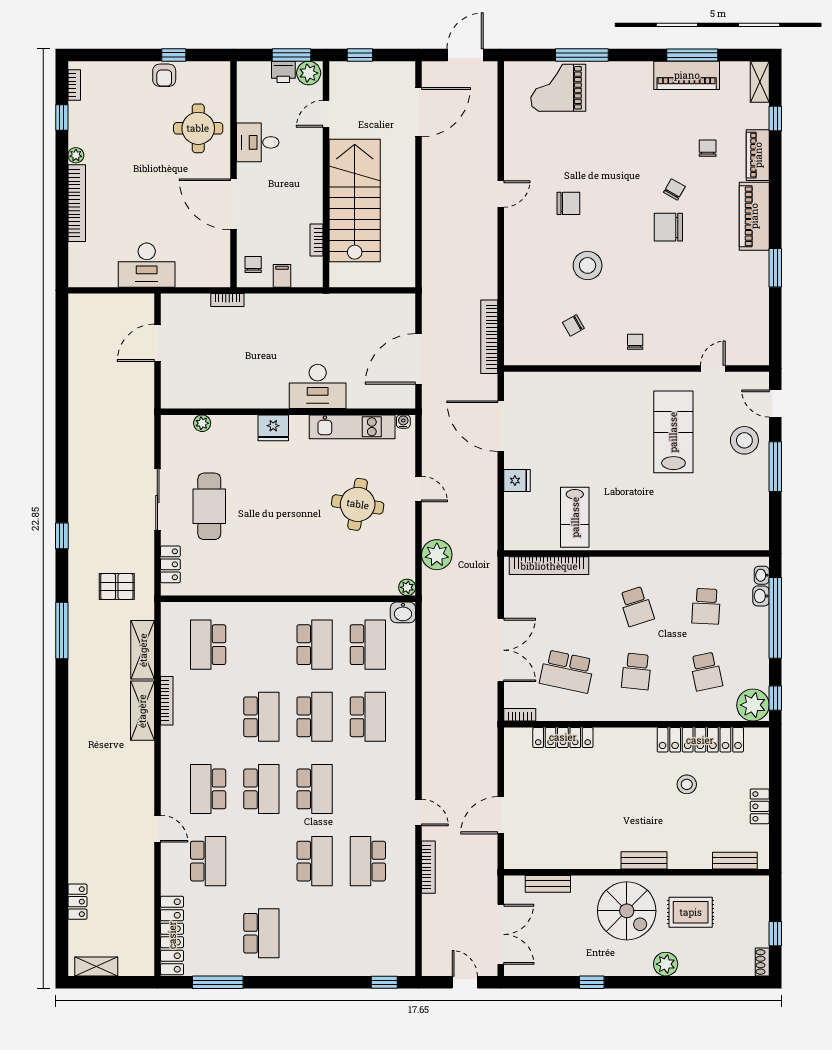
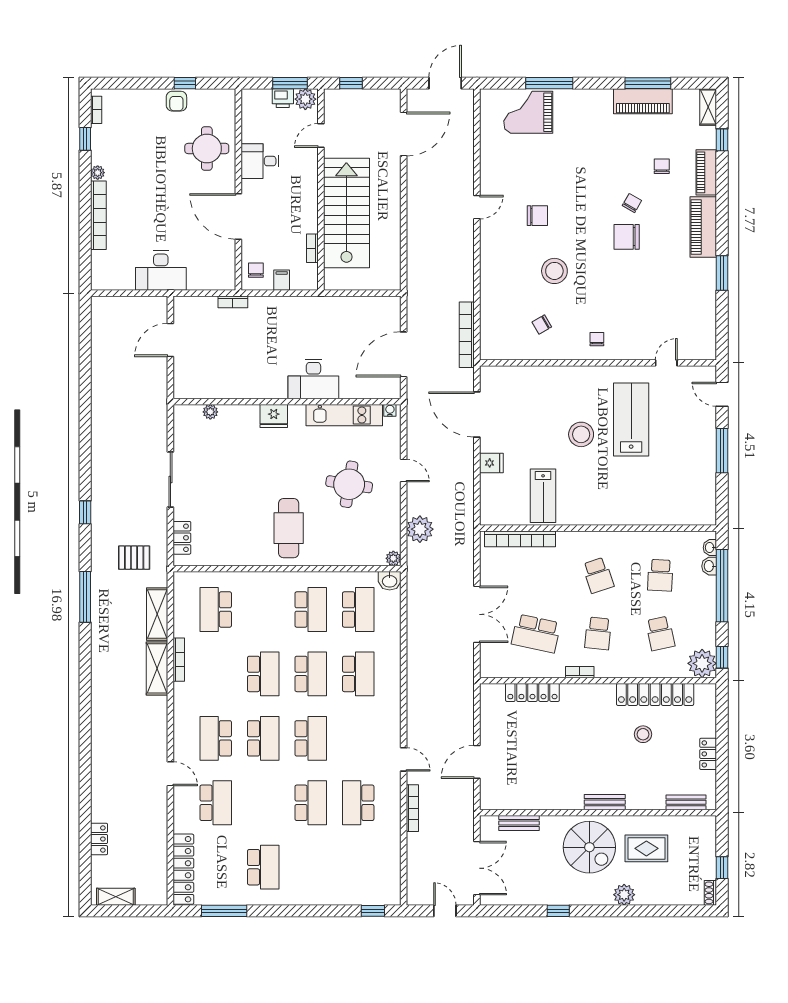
stool: (744, 440) -> (581, 434), moved
cafe table: (209, 506) -> (289, 528), moved
bookcase: (520, 715) -> (580, 672), moved

